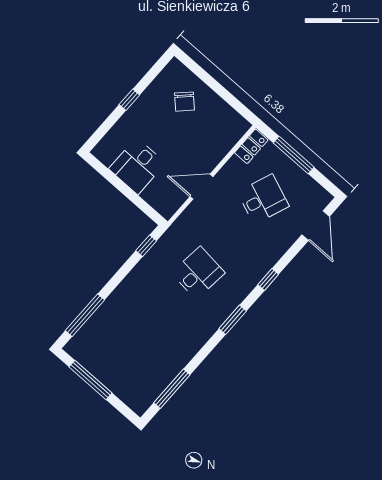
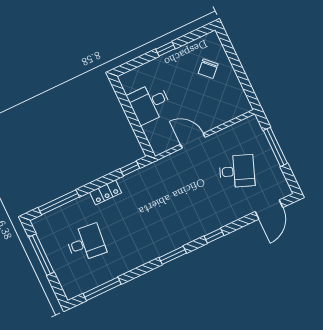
locker: (251, 146) -> (105, 192), moved
desk: (198, 273) -> (86, 243), moved

